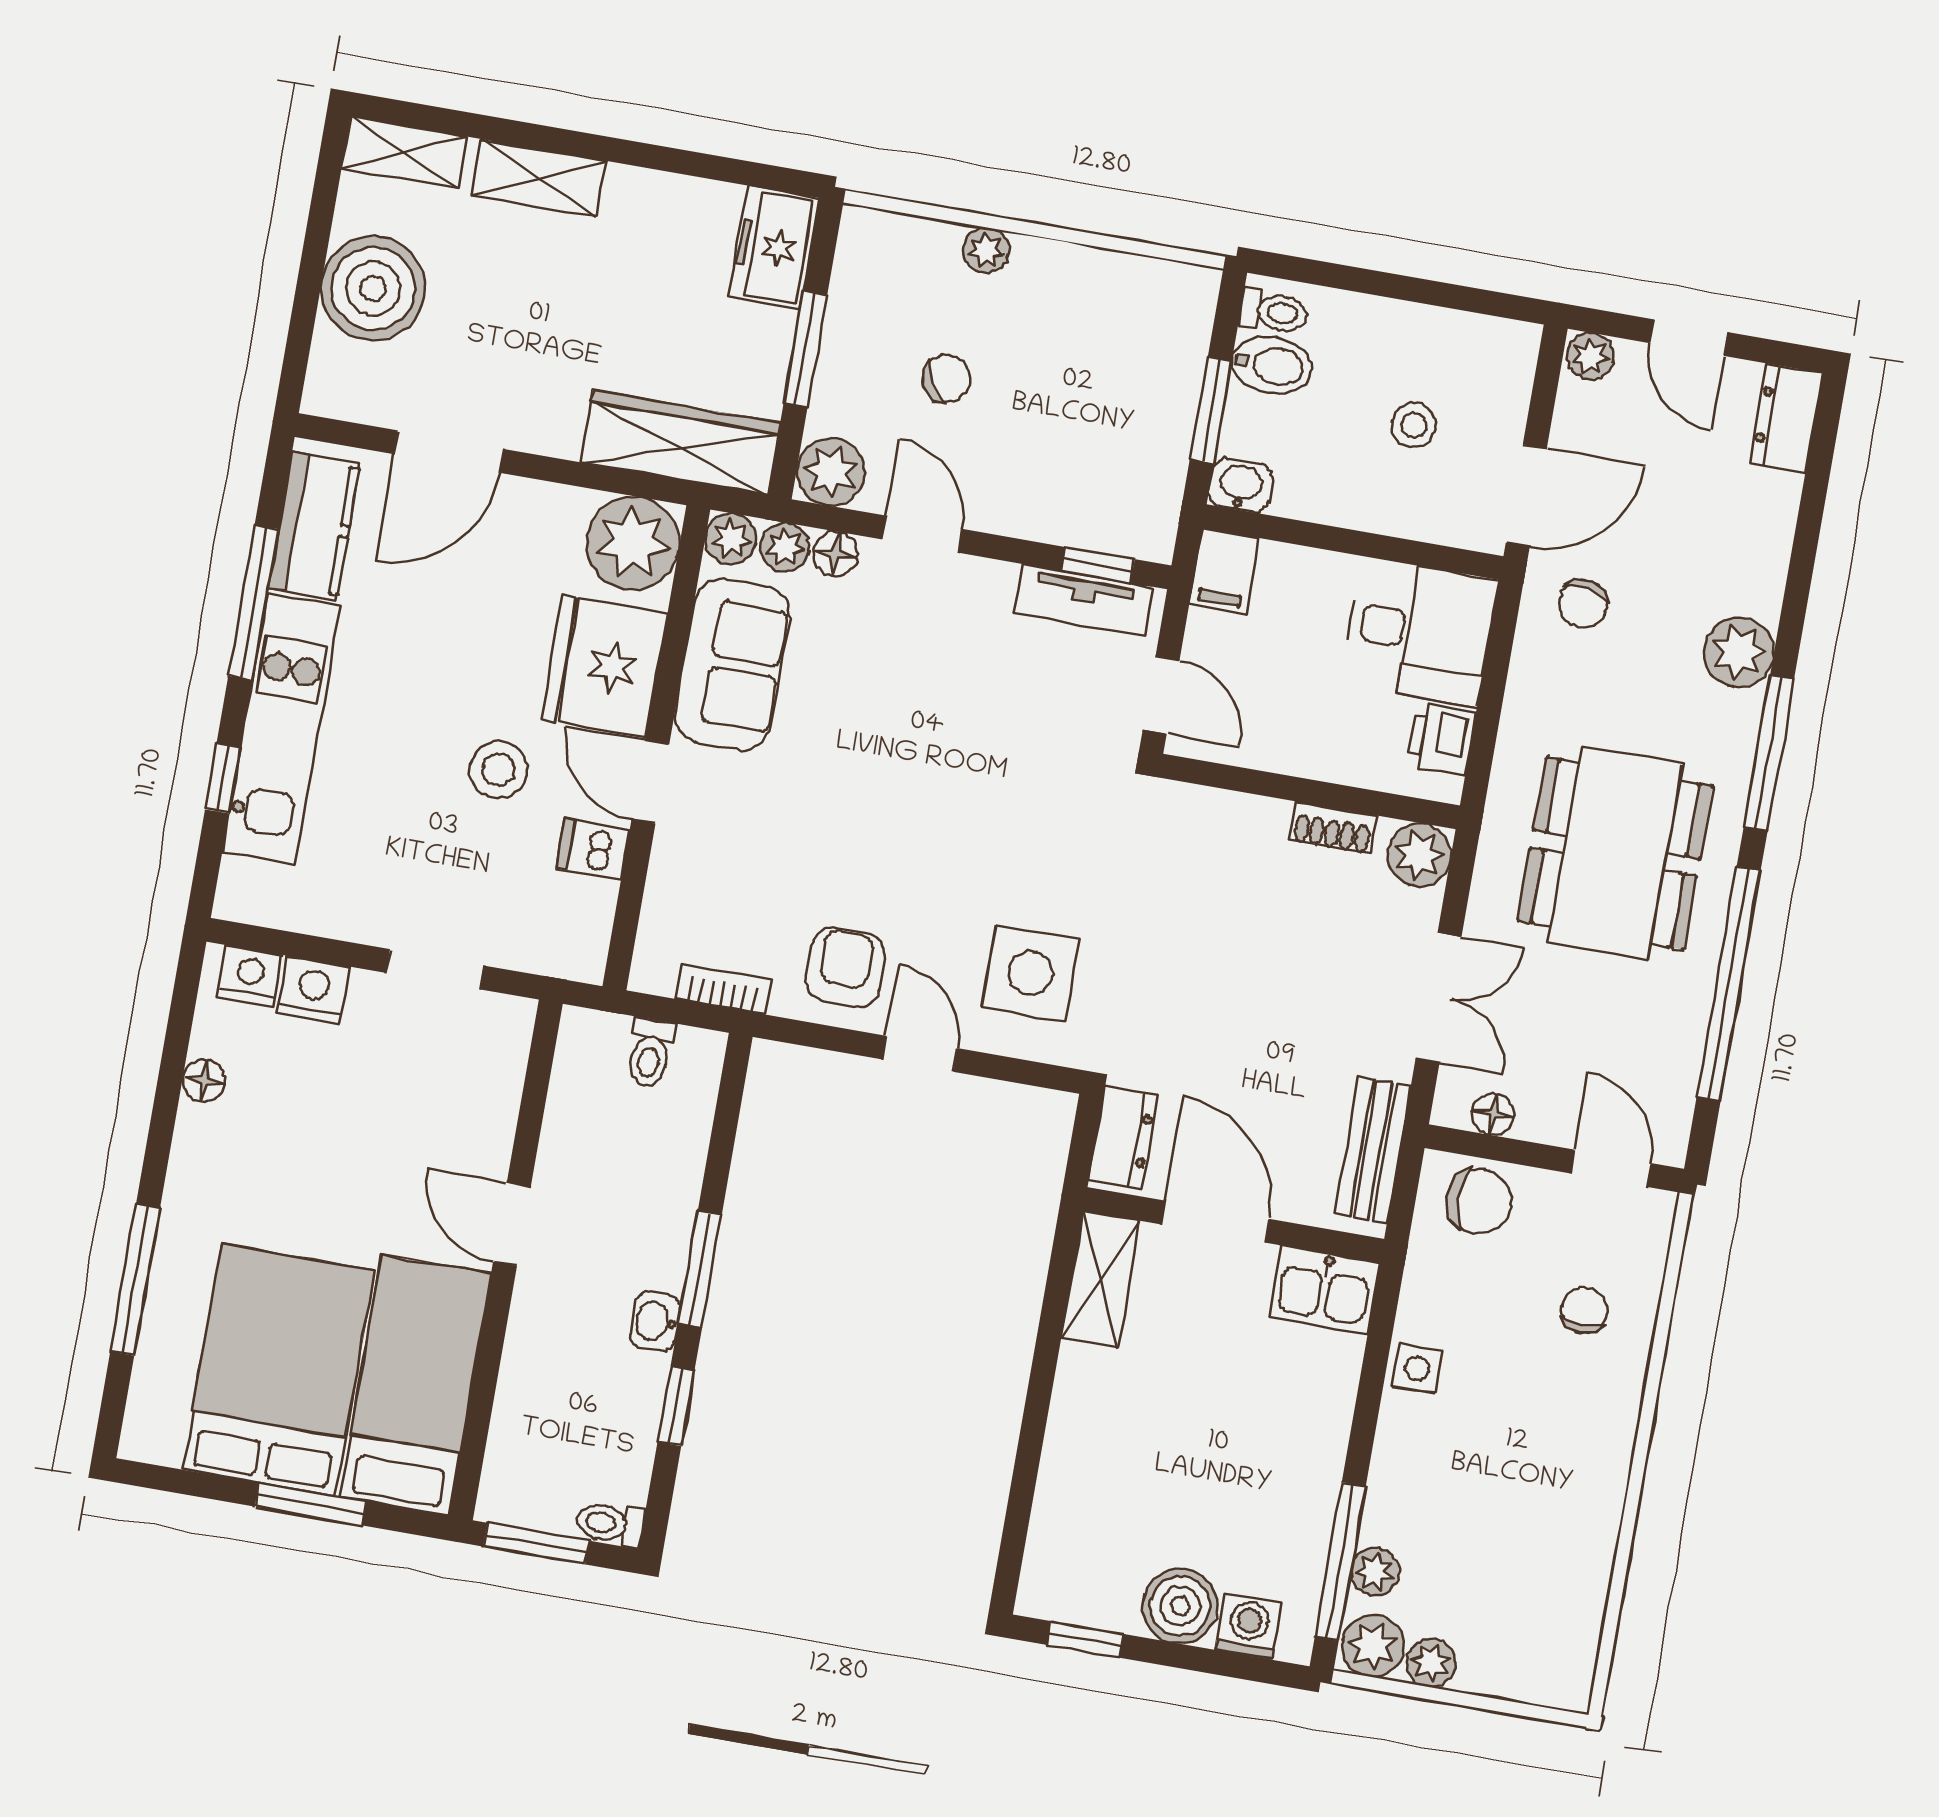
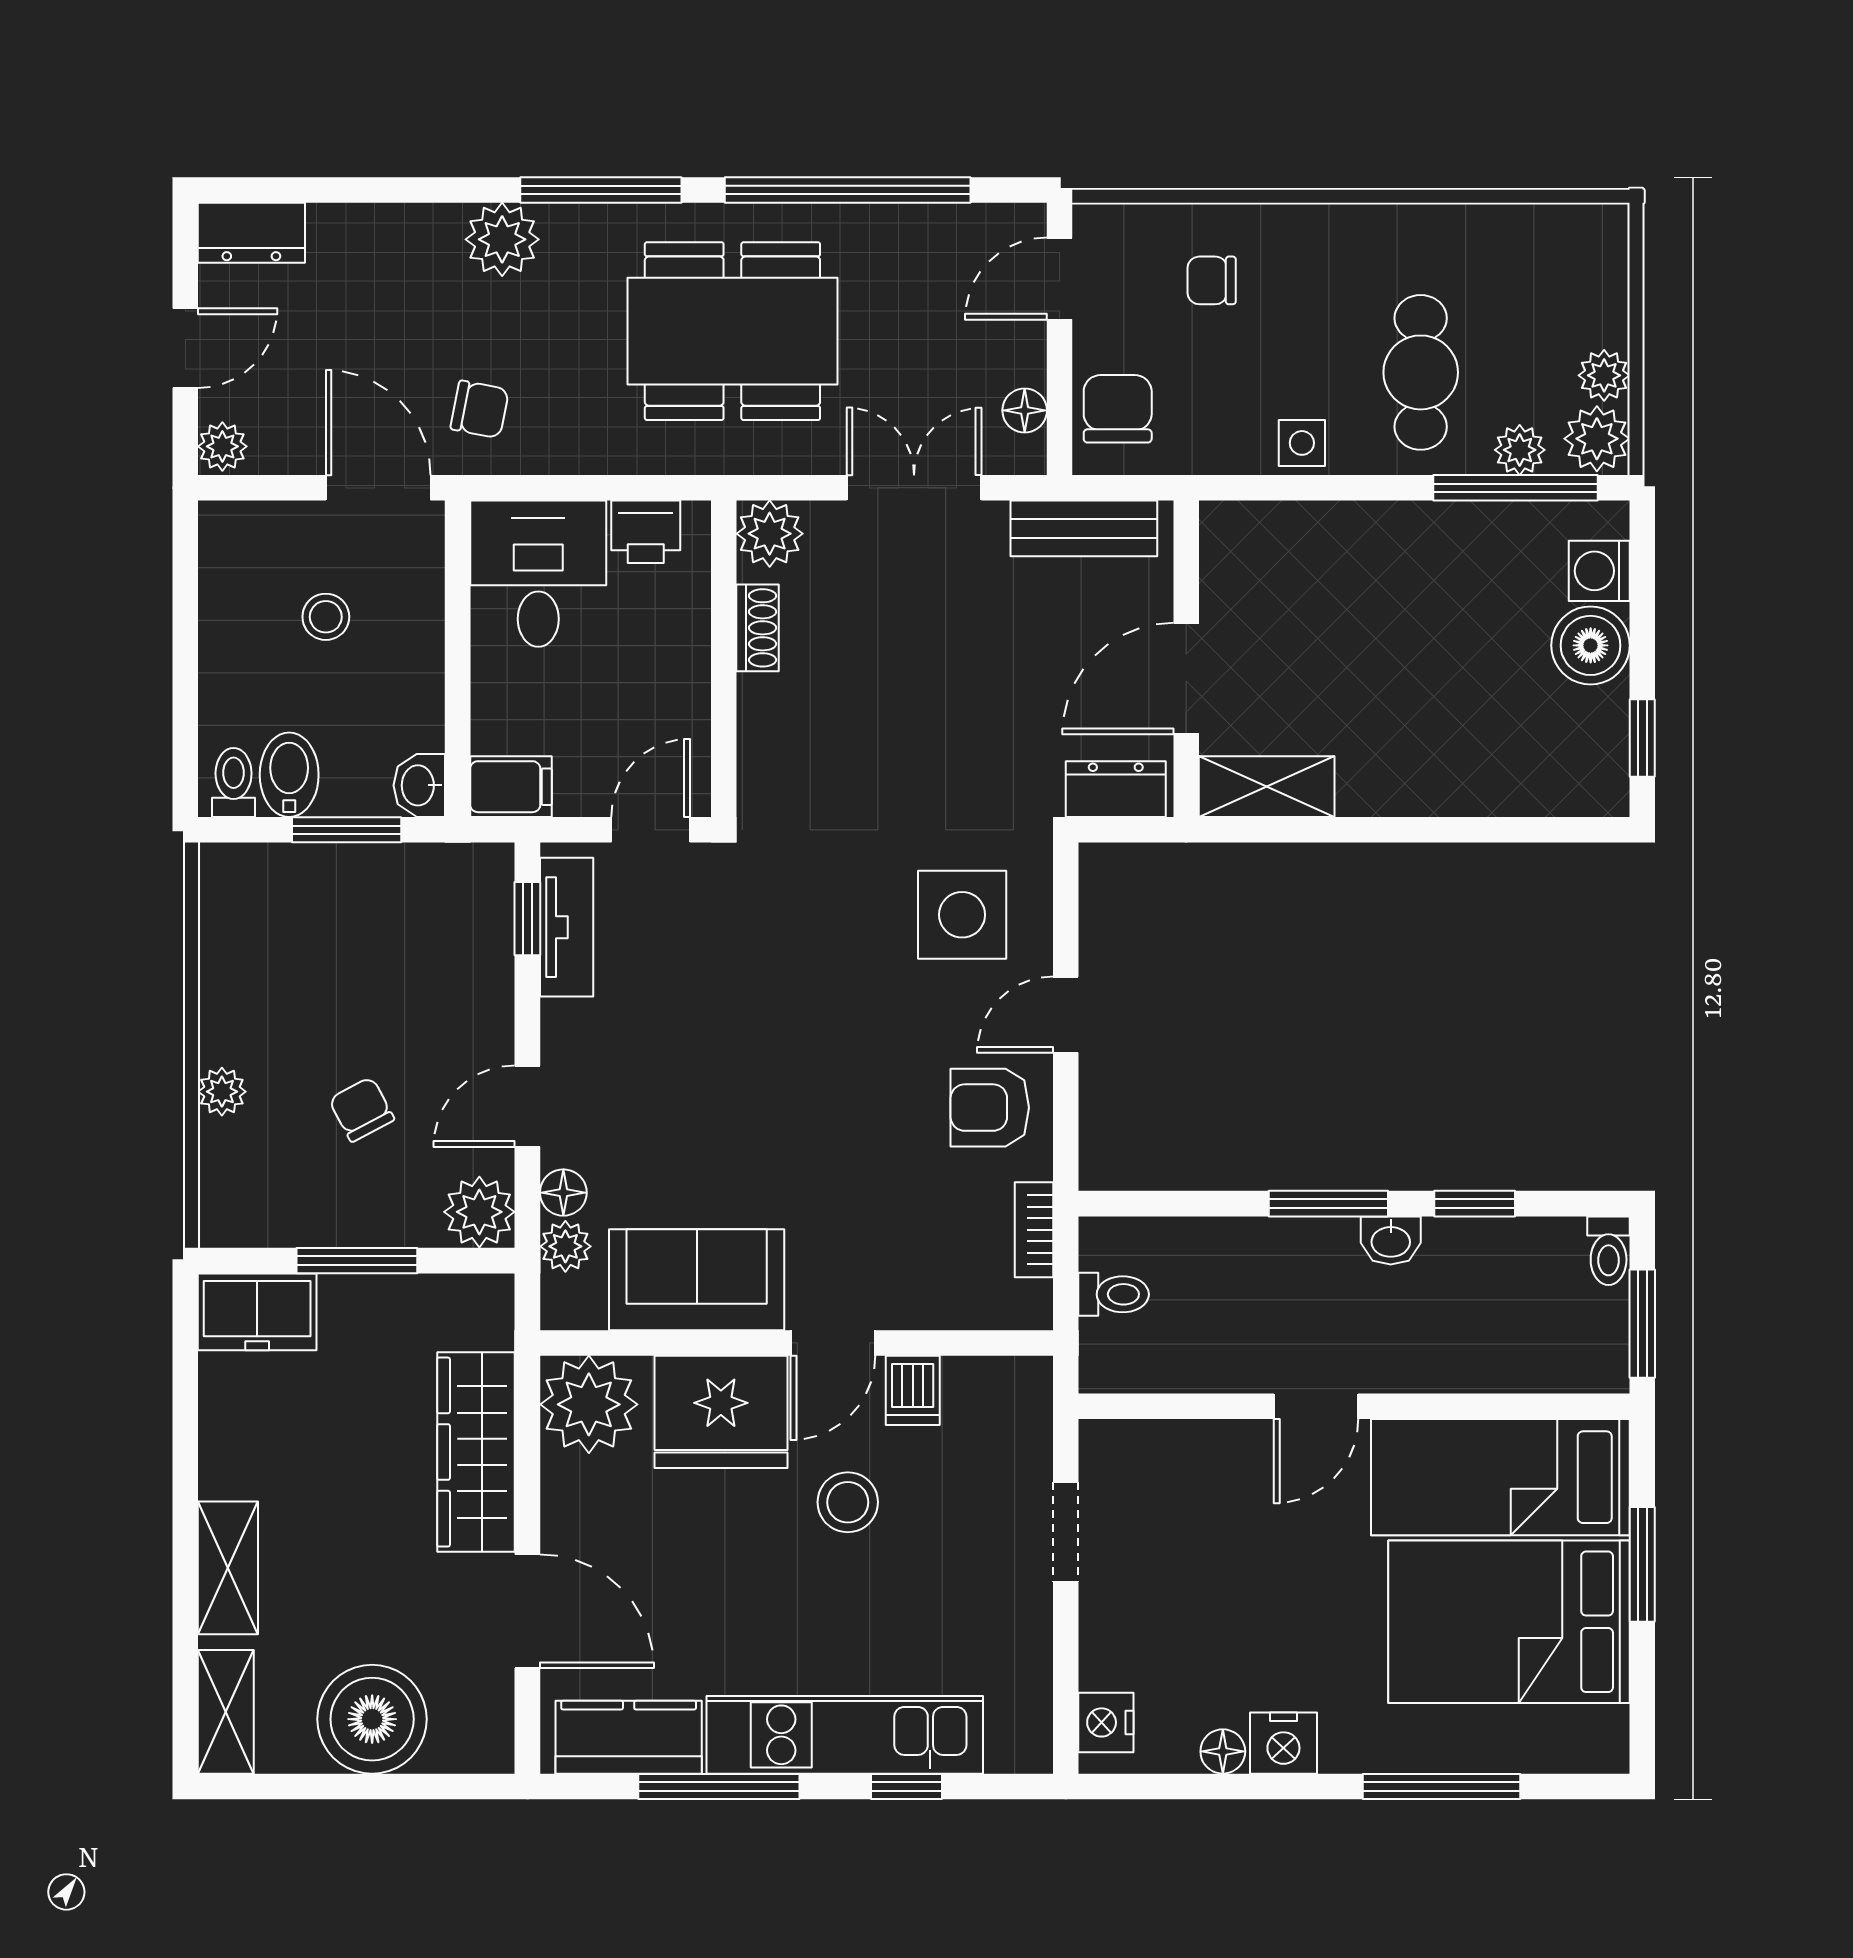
wardrobe: (680, 442) -> (476, 1452), moved
plant: (731, 539) -> (567, 1304), removed
nightstand: (313, 990) -> (1283, 1743), moved, turned -90
kitchen sink: (1324, 1290) -> (1237, 553), removed
cafe table: (1464, 1491) -> (1421, 372), added

